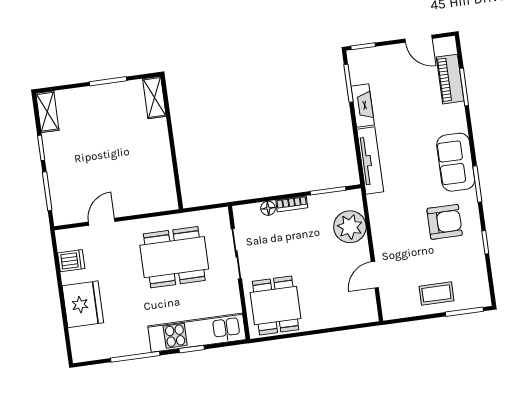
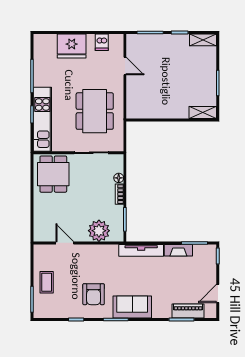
dining table: (276, 305) -> (53, 174), turned 90

